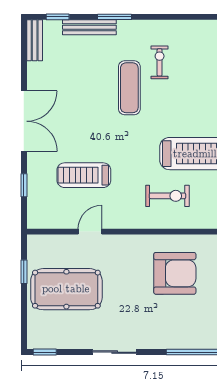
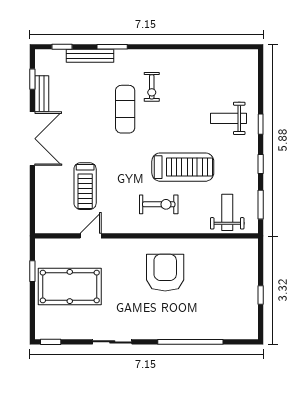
bench: (35, 40) -> (42, 94), moved
exercise bike: (160, 62) -> (152, 87), turned 180
treadmill: (84, 175) -> (85, 186), turned -90
window: (24, 185) -> (32, 79), moved
armchair: (175, 273) -> (165, 273), turned -90

